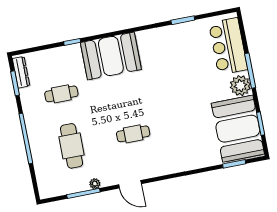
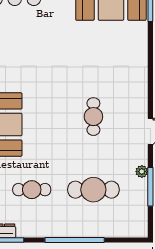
cafe table: (61, 94) -> (32, 190), turned 90

